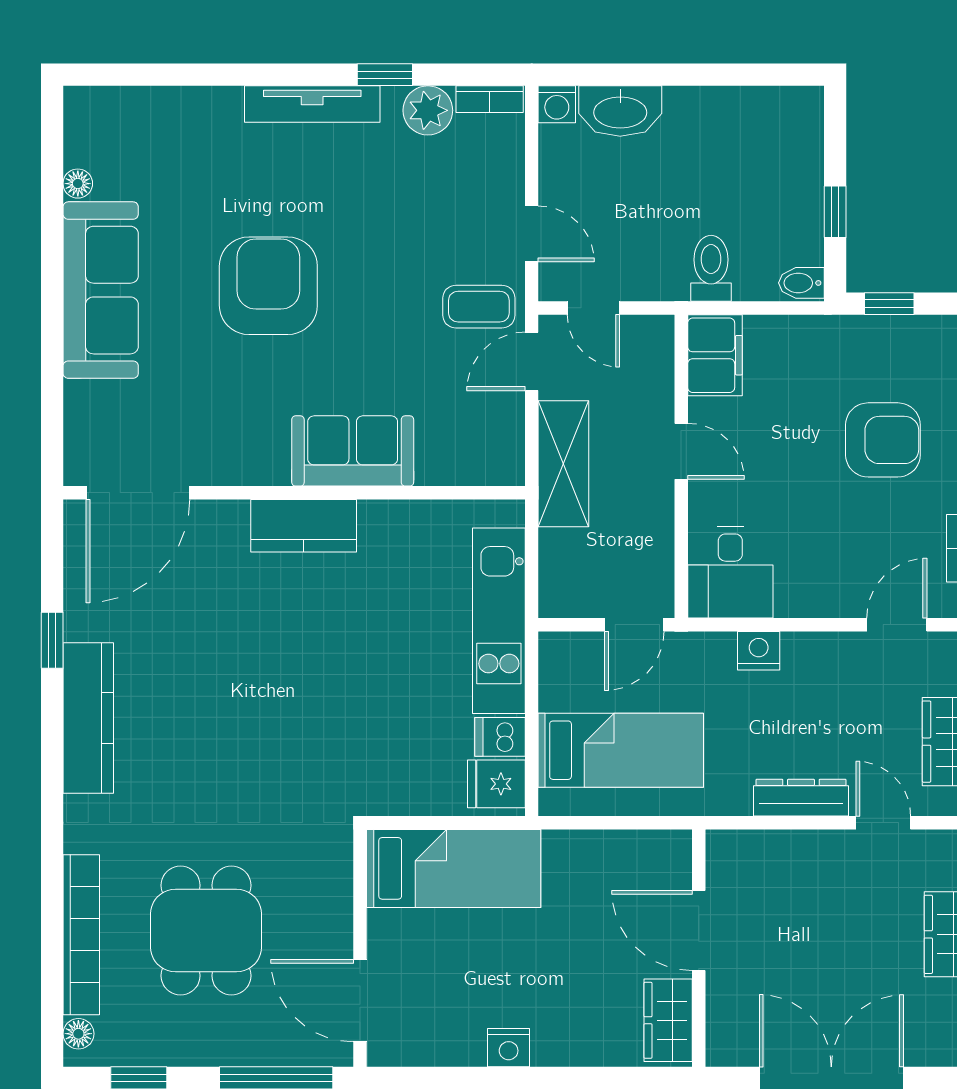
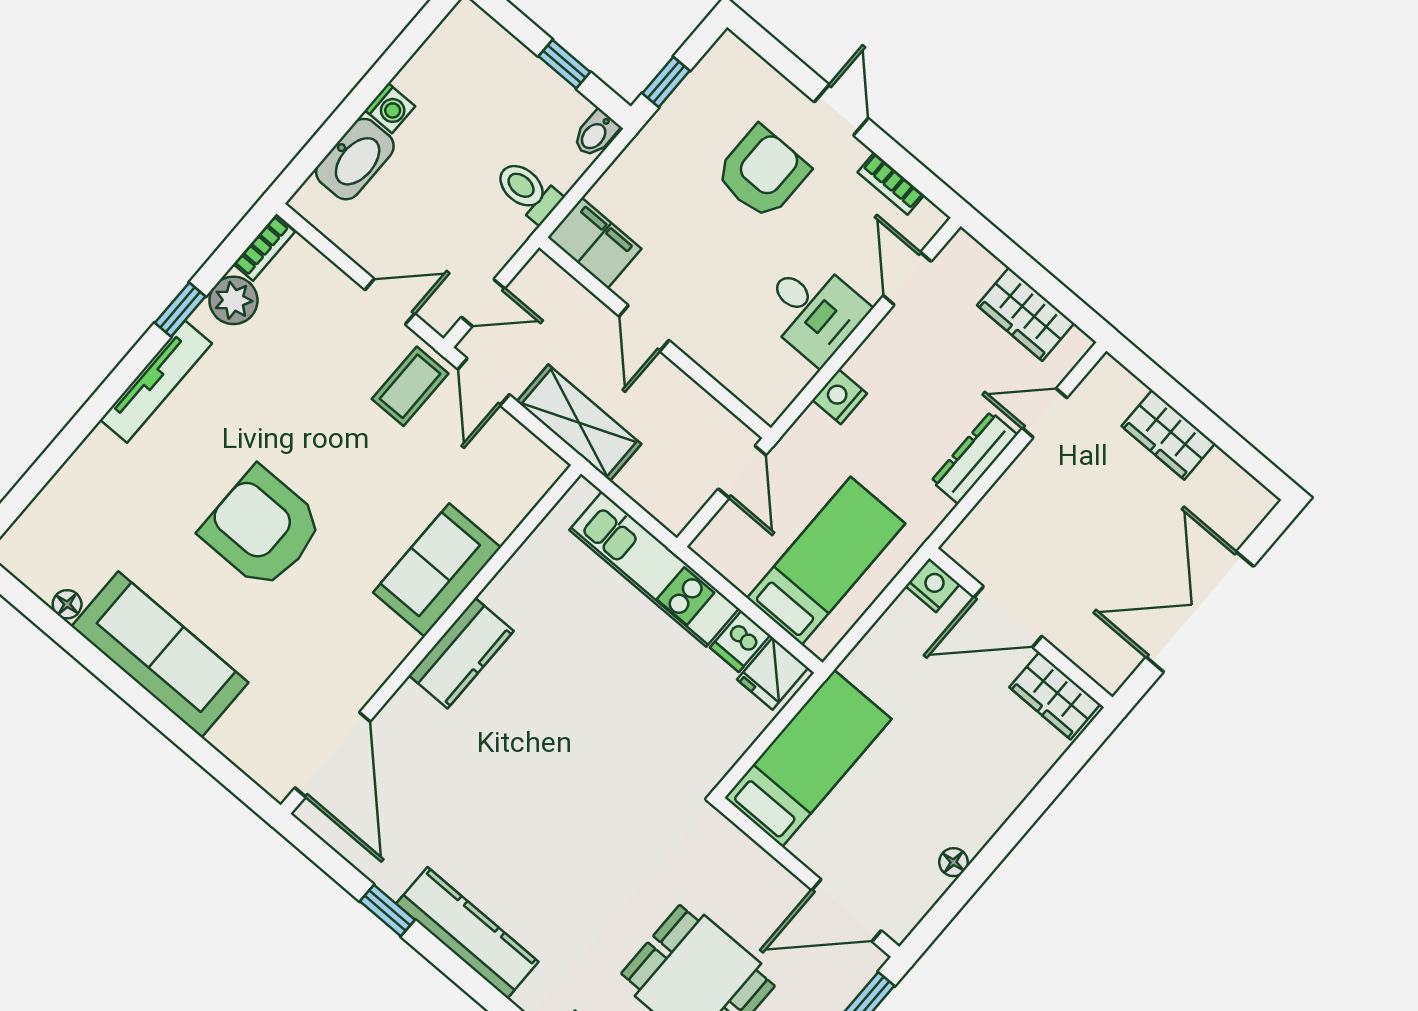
washing machine: (557, 104) -> (390, 108), moved
door: (681, 451) -> (644, 328), swing flipped
desk: (730, 572) -> (813, 310), moved
nightstand: (509, 1048) -> (933, 585), moved, turned -90
floor lamp: (470, 1052) -> (954, 862), added

